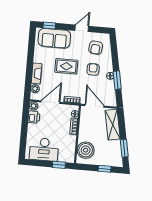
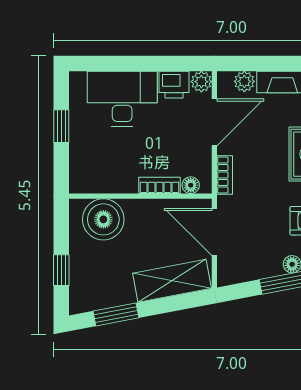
door: (50, 102) -> (214, 122), hinge flipped
door: (94, 106) -> (214, 232), swing flipped
desk: (44, 149) -> (122, 99), moved, turned 90
window: (59, 165) -> (61, 126), moved

